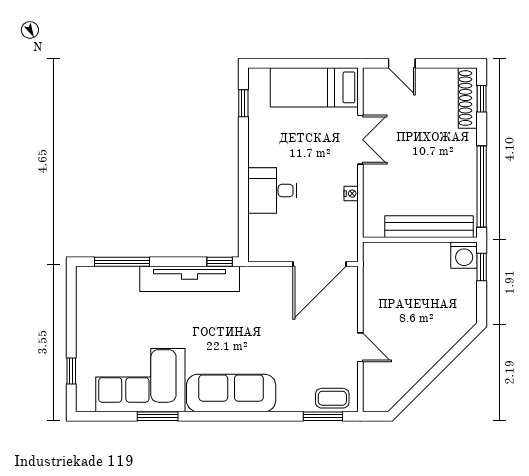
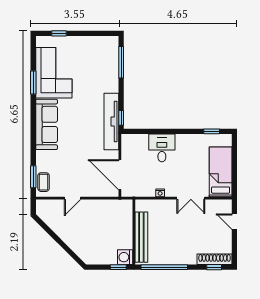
door: (402, 63) -> (234, 222), hinge flipped
tv unit: (190, 279) -> (111, 121), moved

